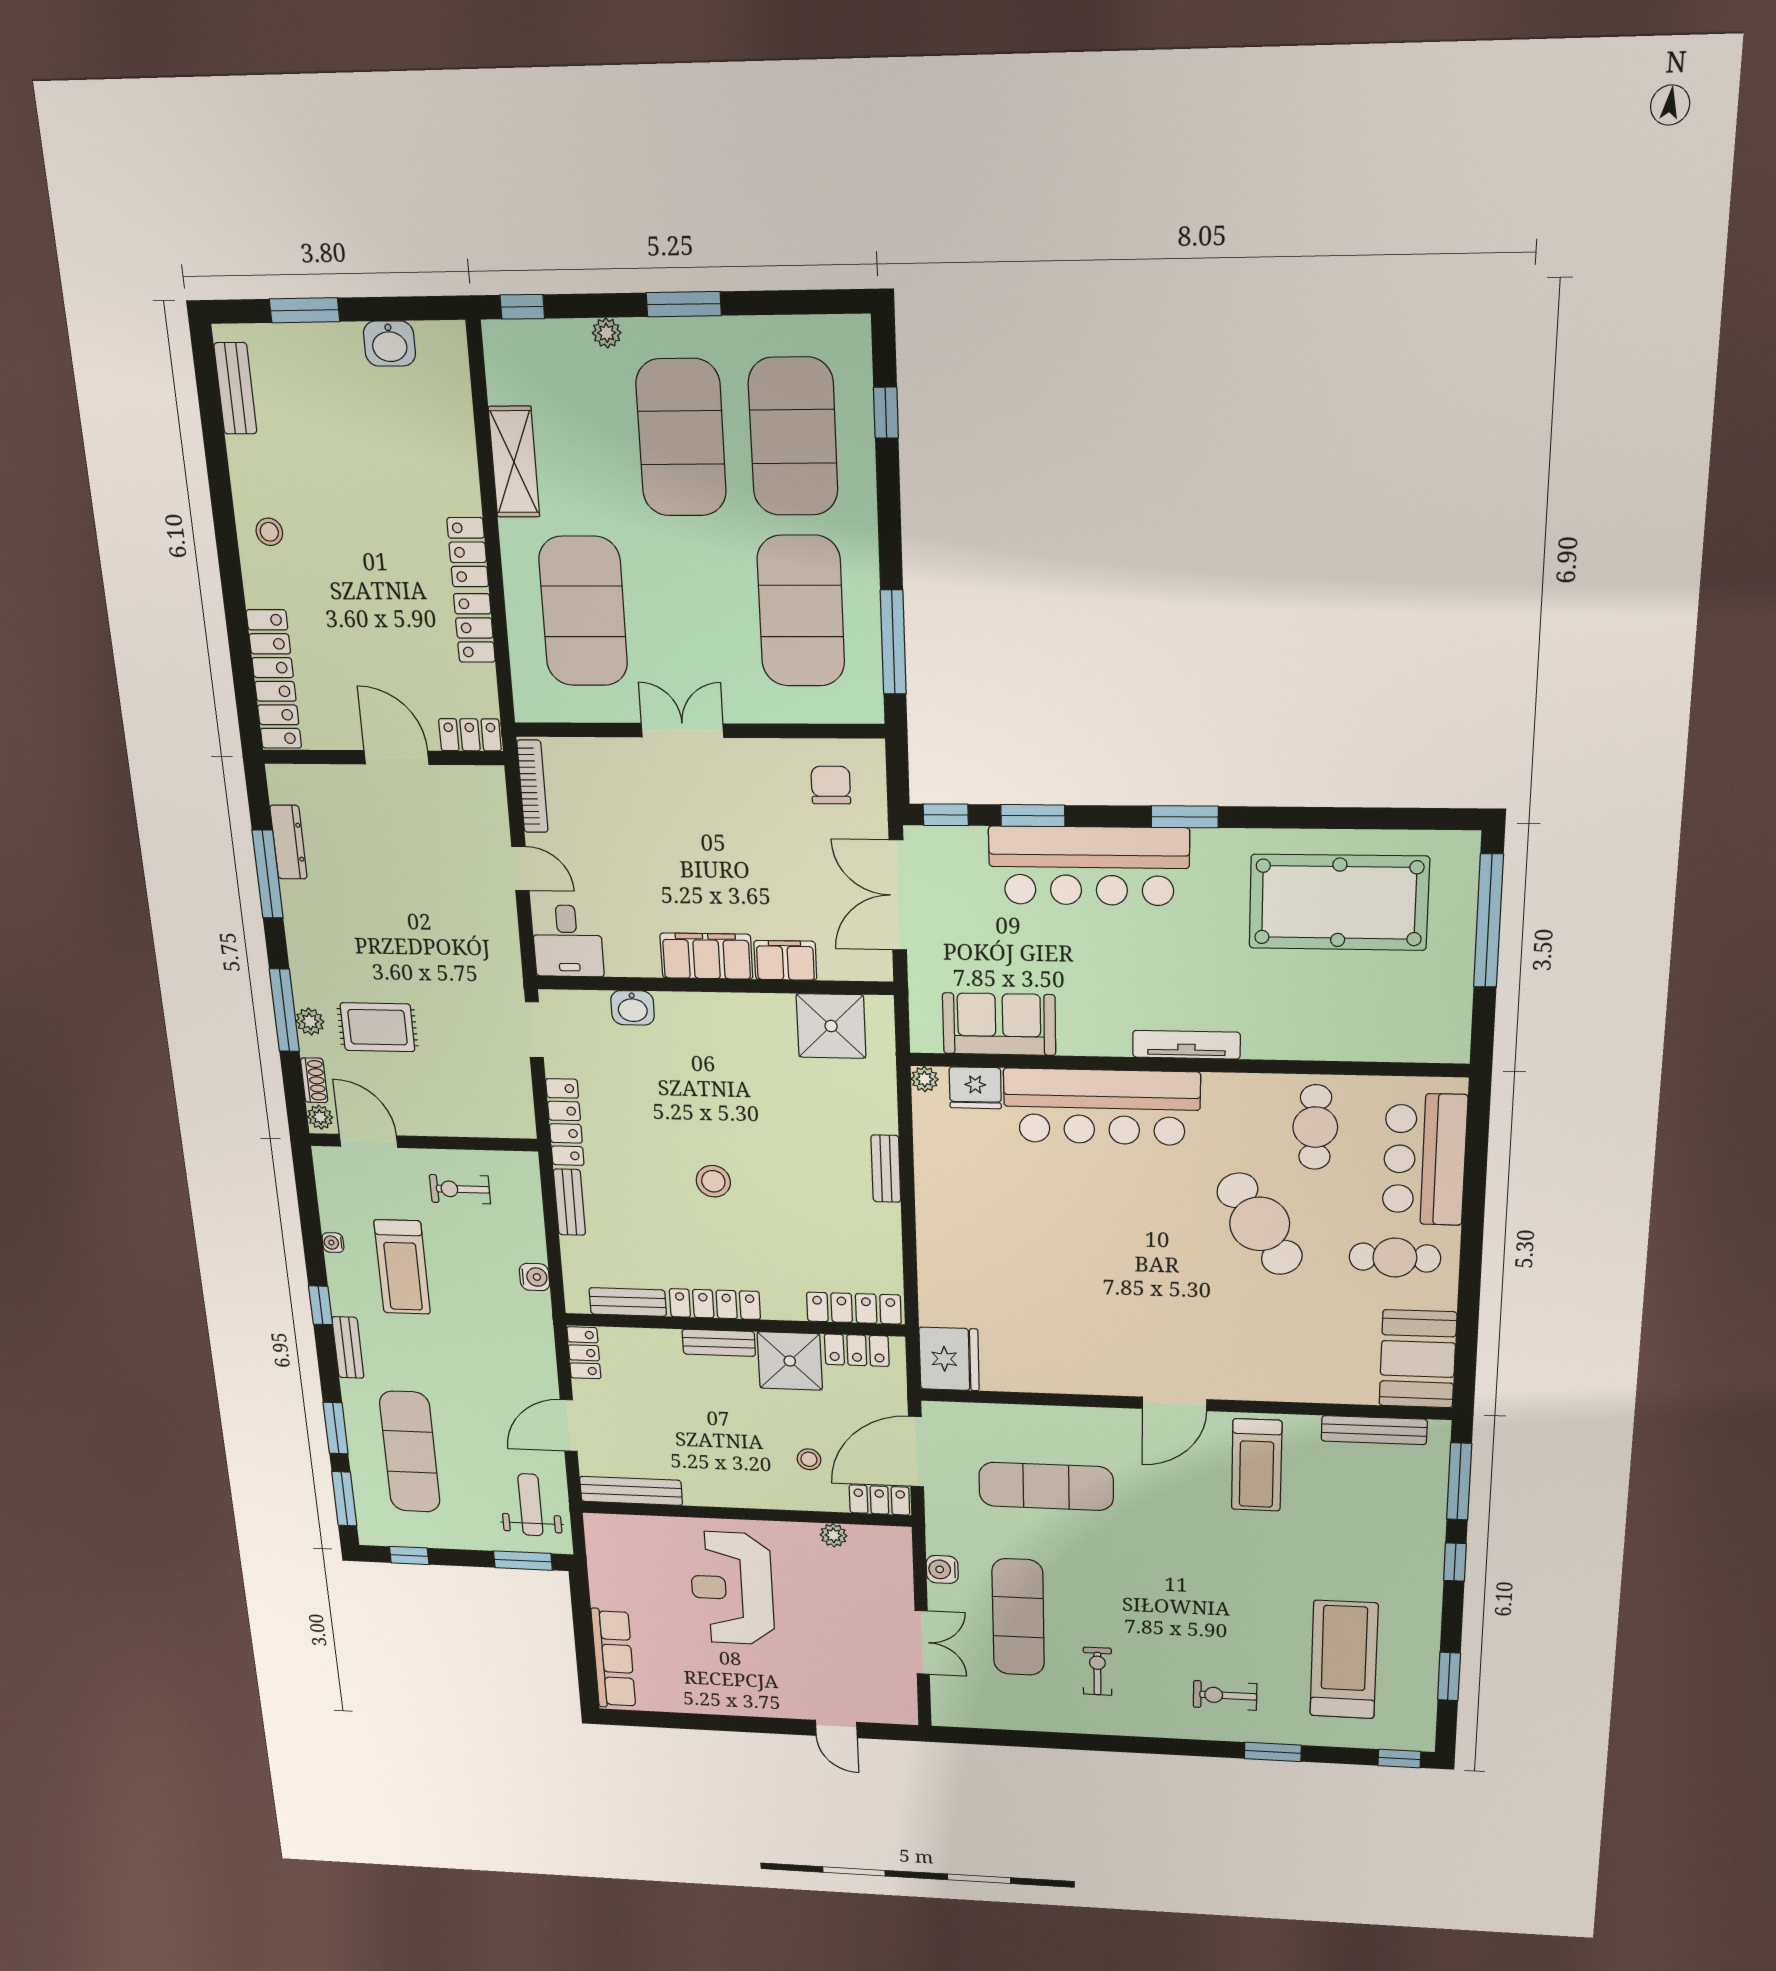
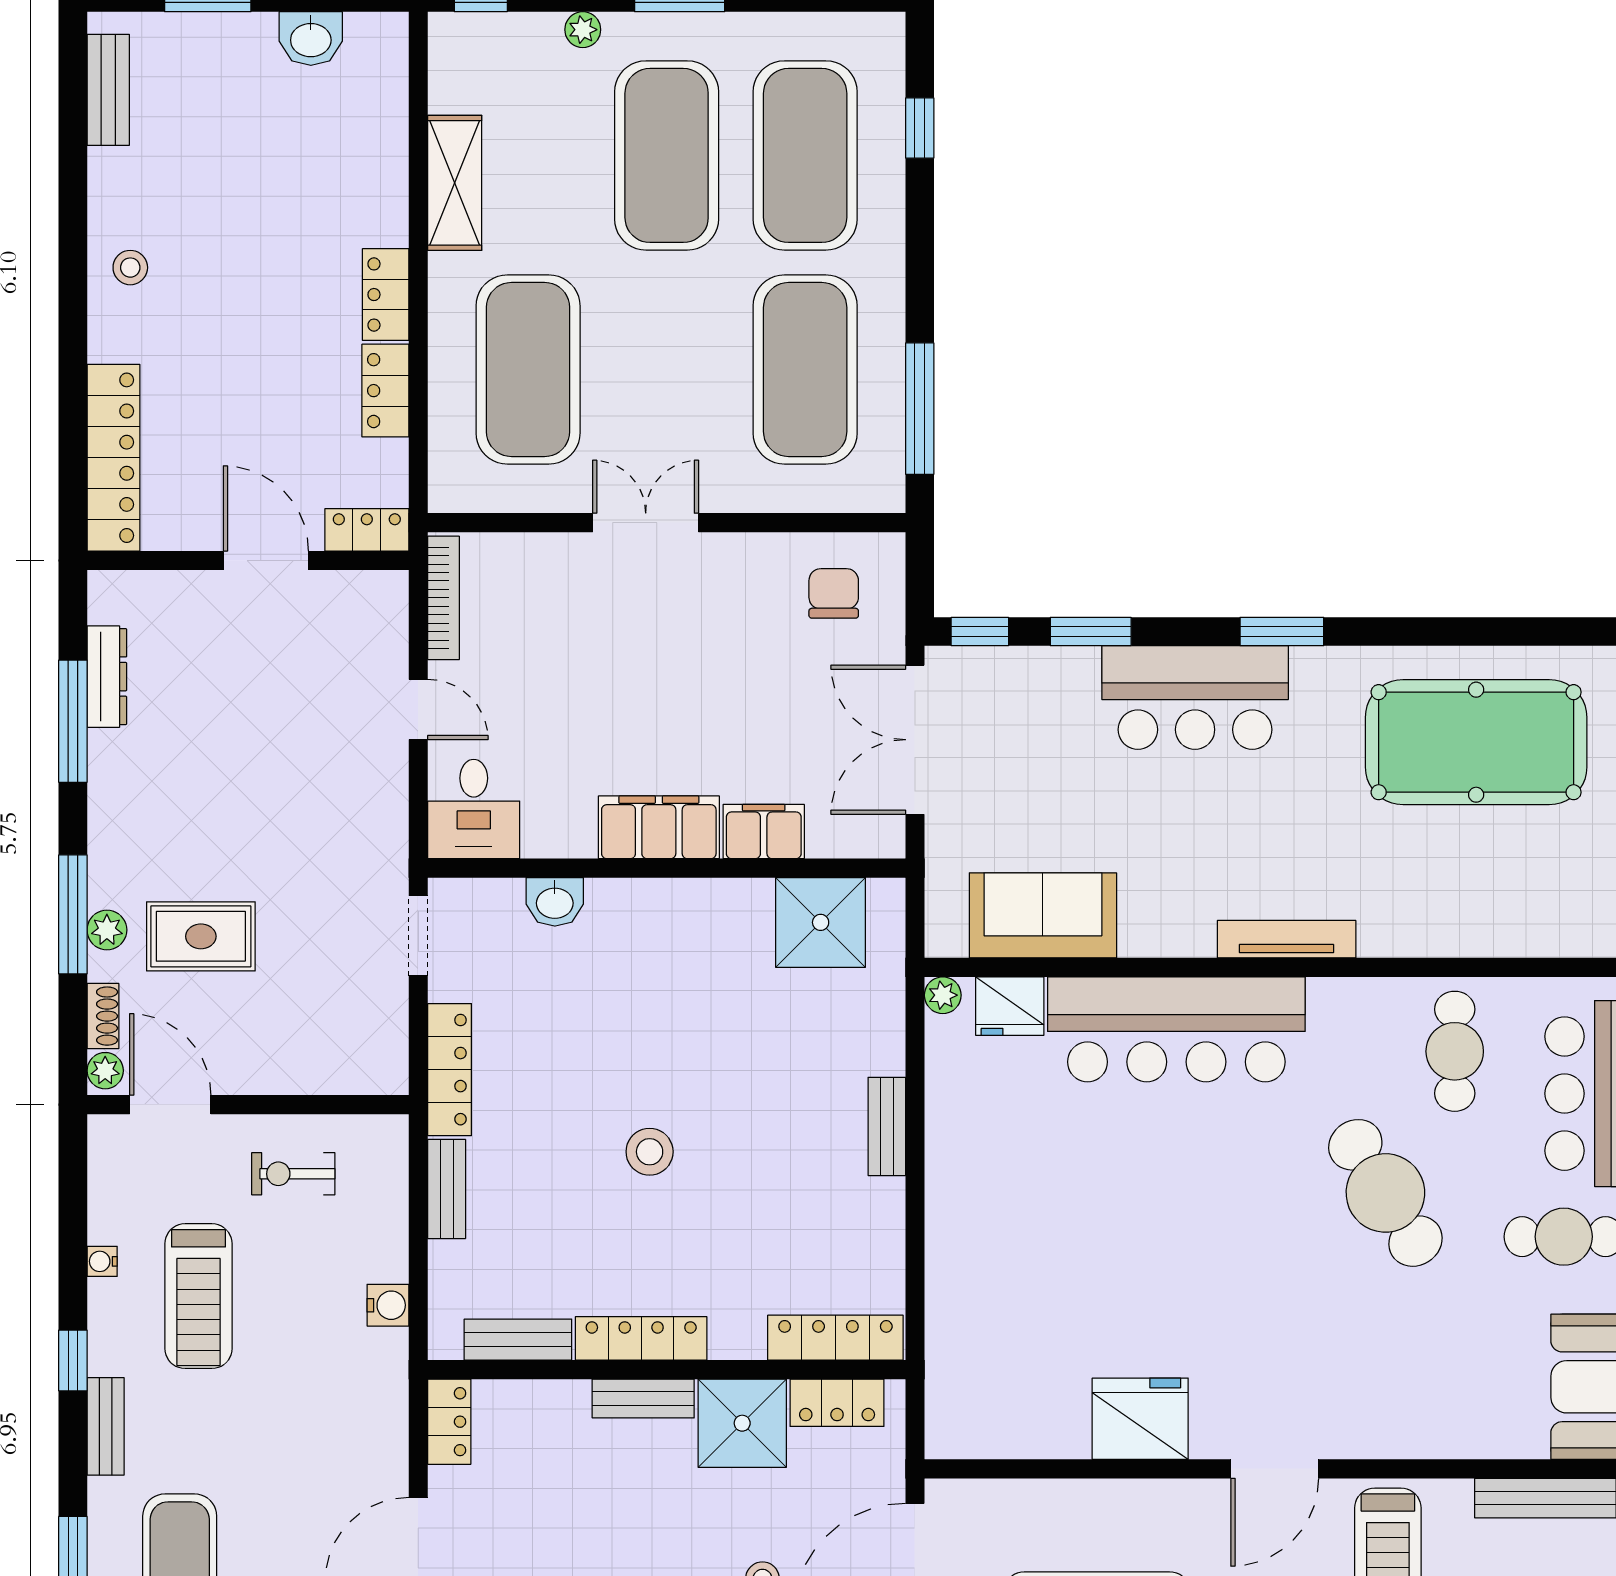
bar counter: (1089, 866) -> (1195, 697), width x0.73
fridge: (949, 1359) -> (1140, 1419), moved, turned -90

